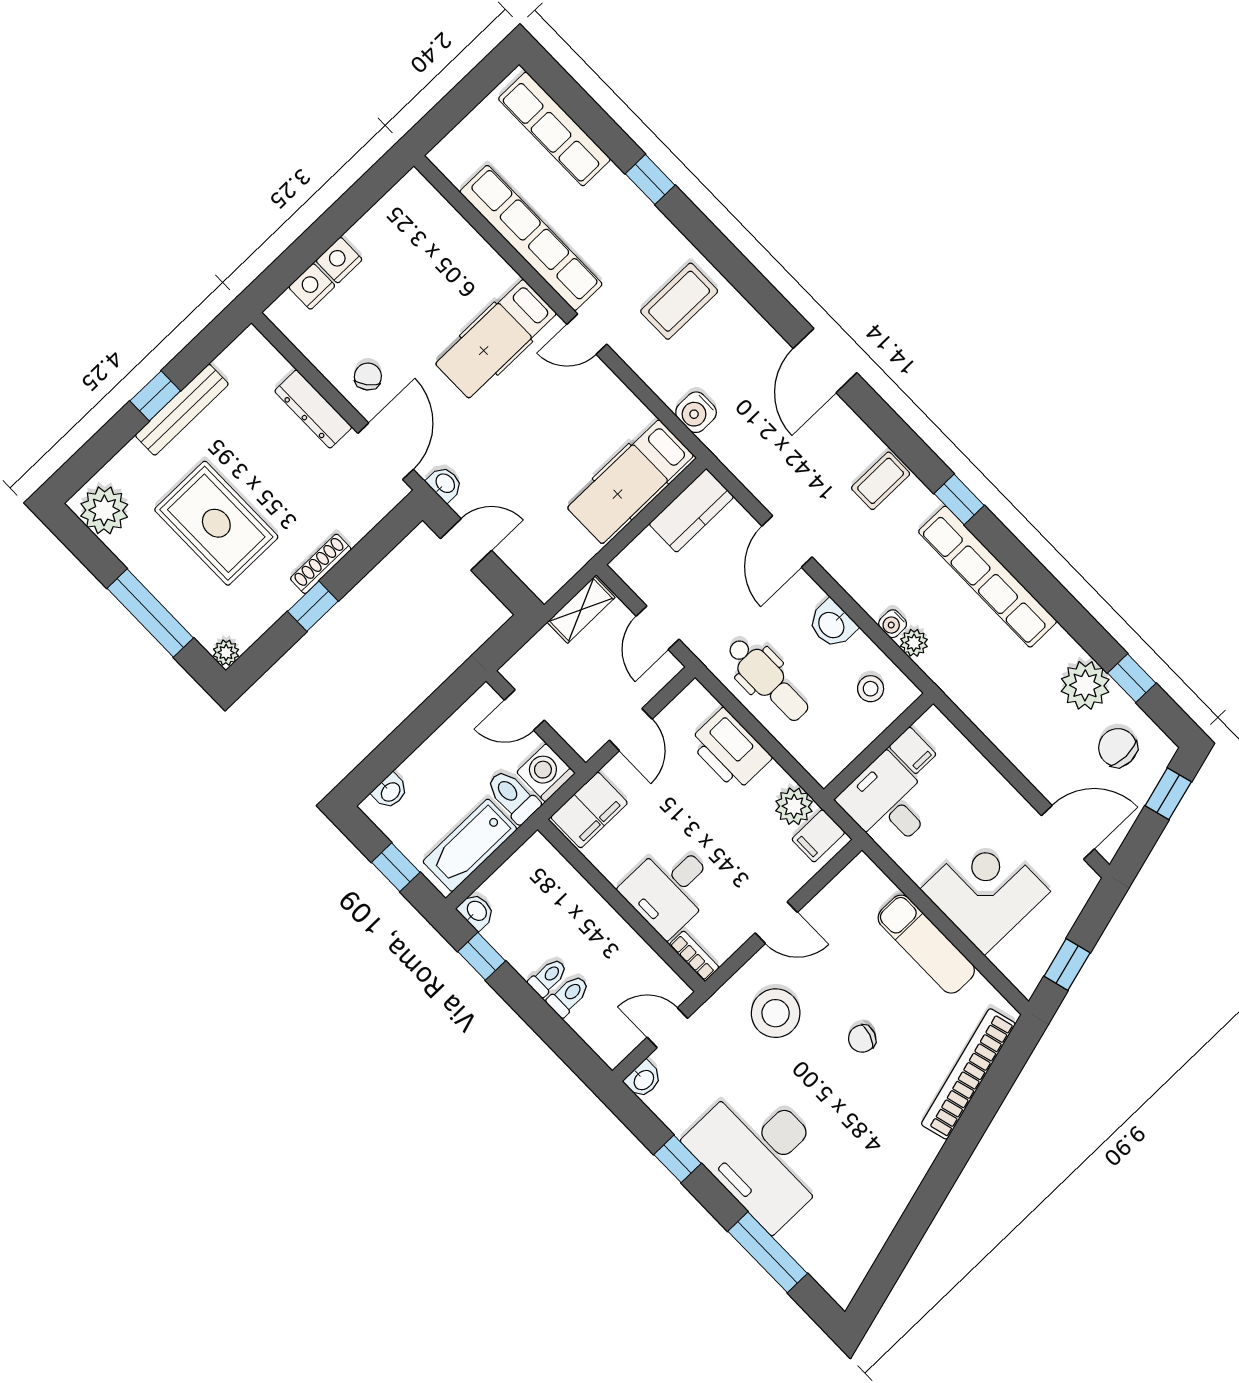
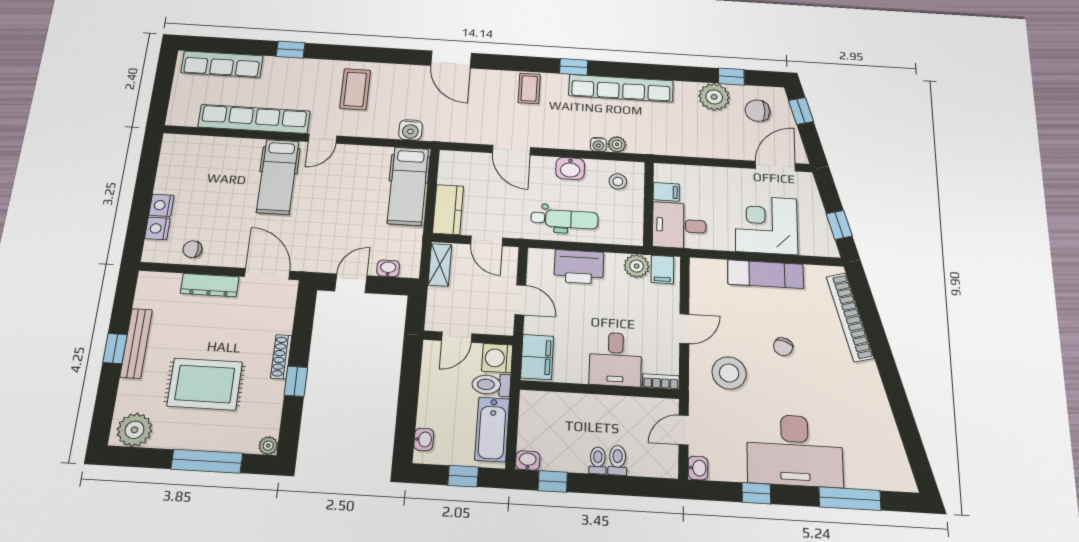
chair: (368, 376) -> (192, 249), moved, turned -49
washbasin: (445, 484) -> (388, 268), moved
kitchen counter: (691, 510) -> (448, 210), moved

